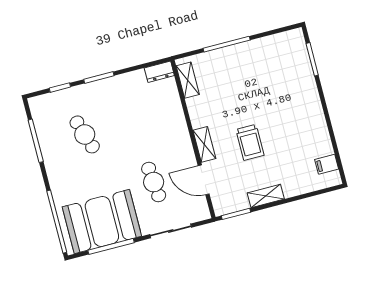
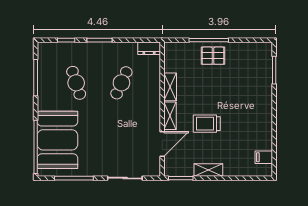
pallet: (236, 61) -> (213, 56), added
shelving: (188, 80) -> (170, 87), moved
trolley: (250, 142) -> (207, 124), turned 90
door: (204, 180) -> (162, 144), swing flipped
cafe table: (154, 182) -> (121, 83), moved, turned 30
booth: (102, 222) -> (57, 140), moved, turned 90

